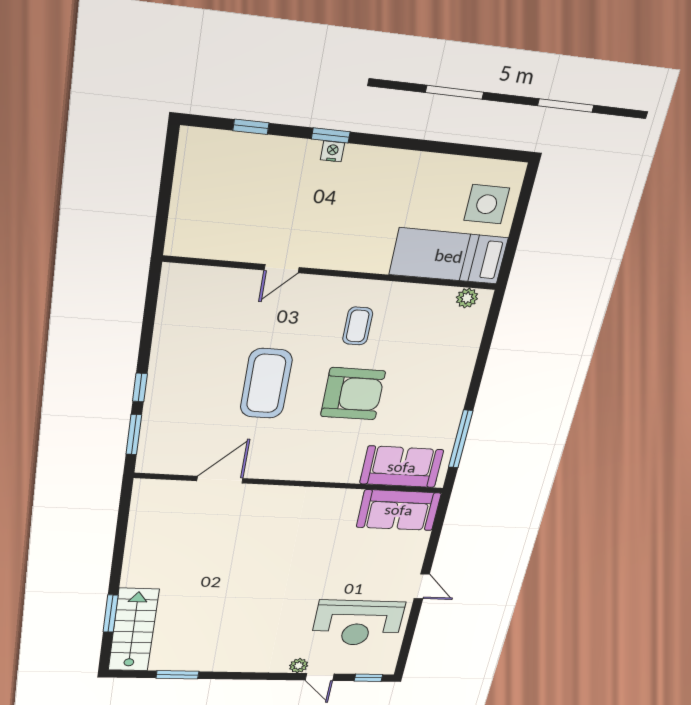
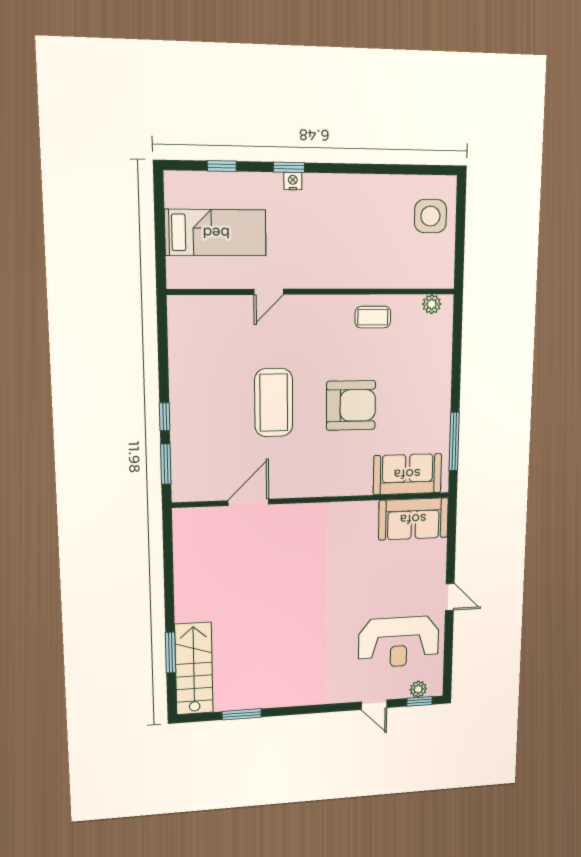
bed: (449, 256) -> (216, 233), moved, turned 180
coffee table: (358, 326) -> (373, 317), moved, turned 90
plant: (299, 666) -> (418, 689), moved

